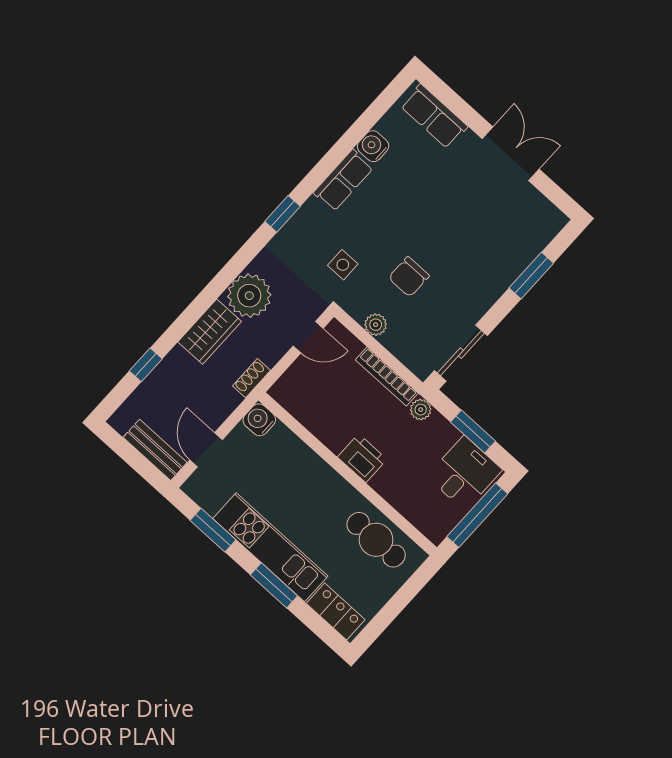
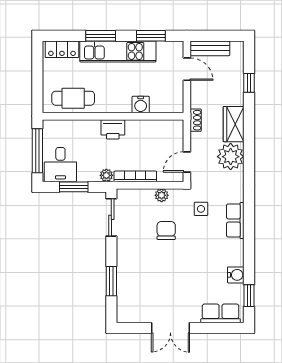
row of seats: (343, 180) -> (235, 220), moved
window: (283, 214) -> (249, 296), moved
water cooler: (259, 420) -> (141, 105), moved, turned 90

